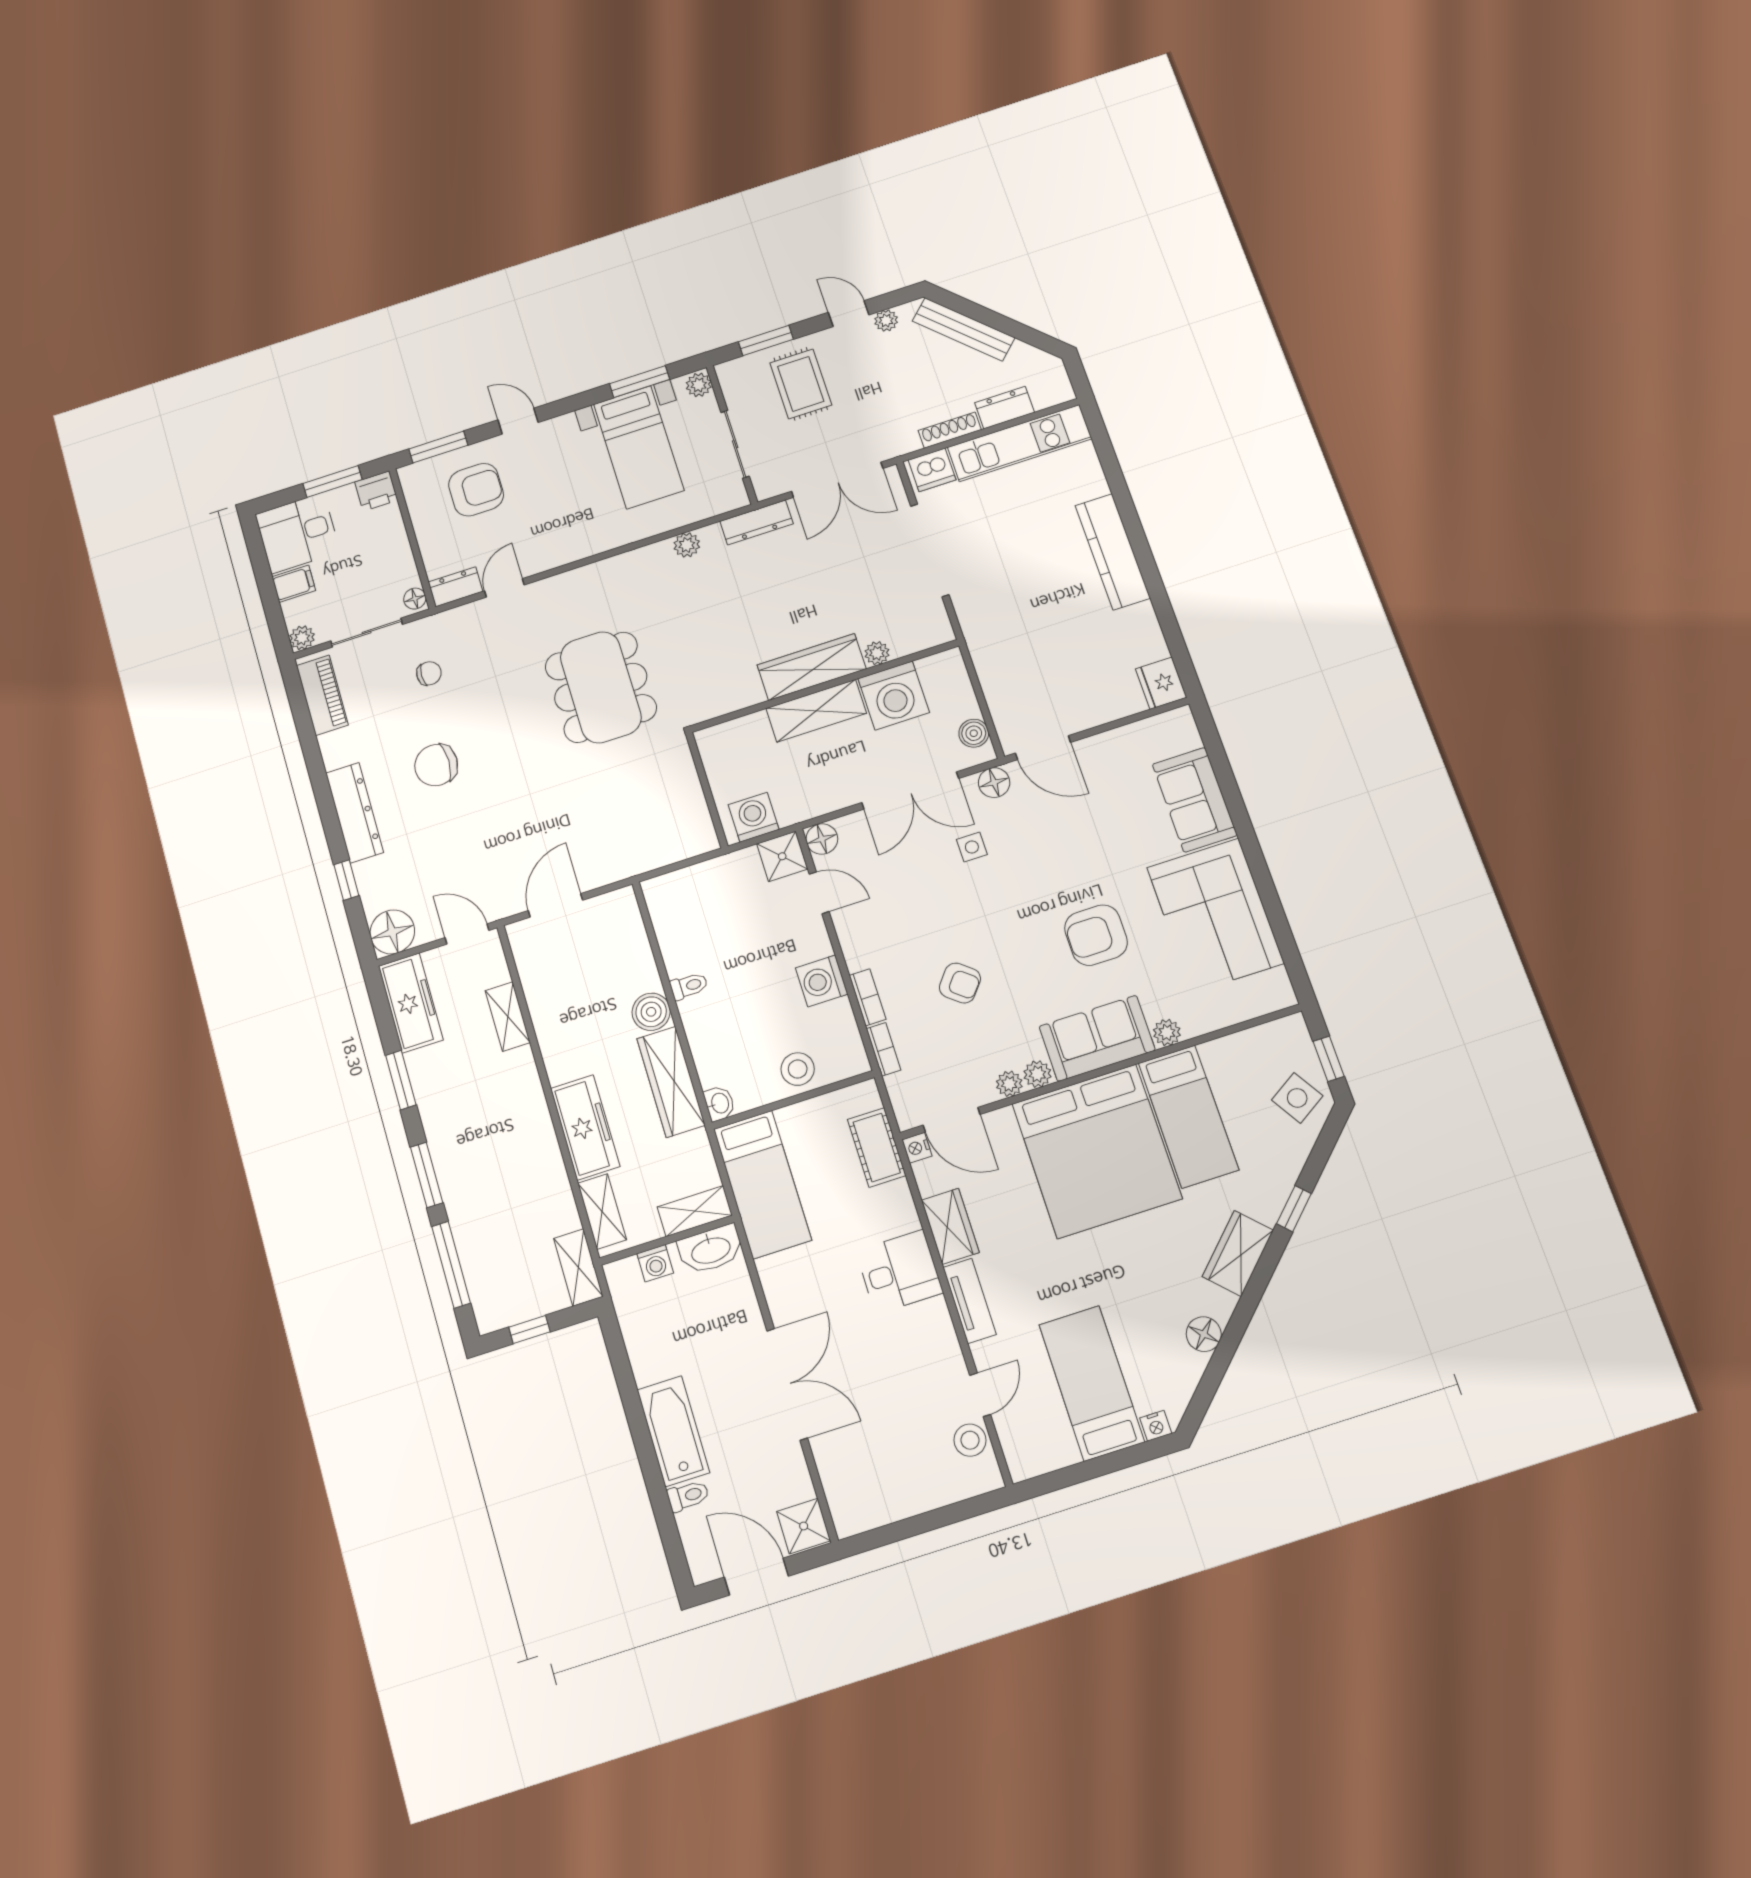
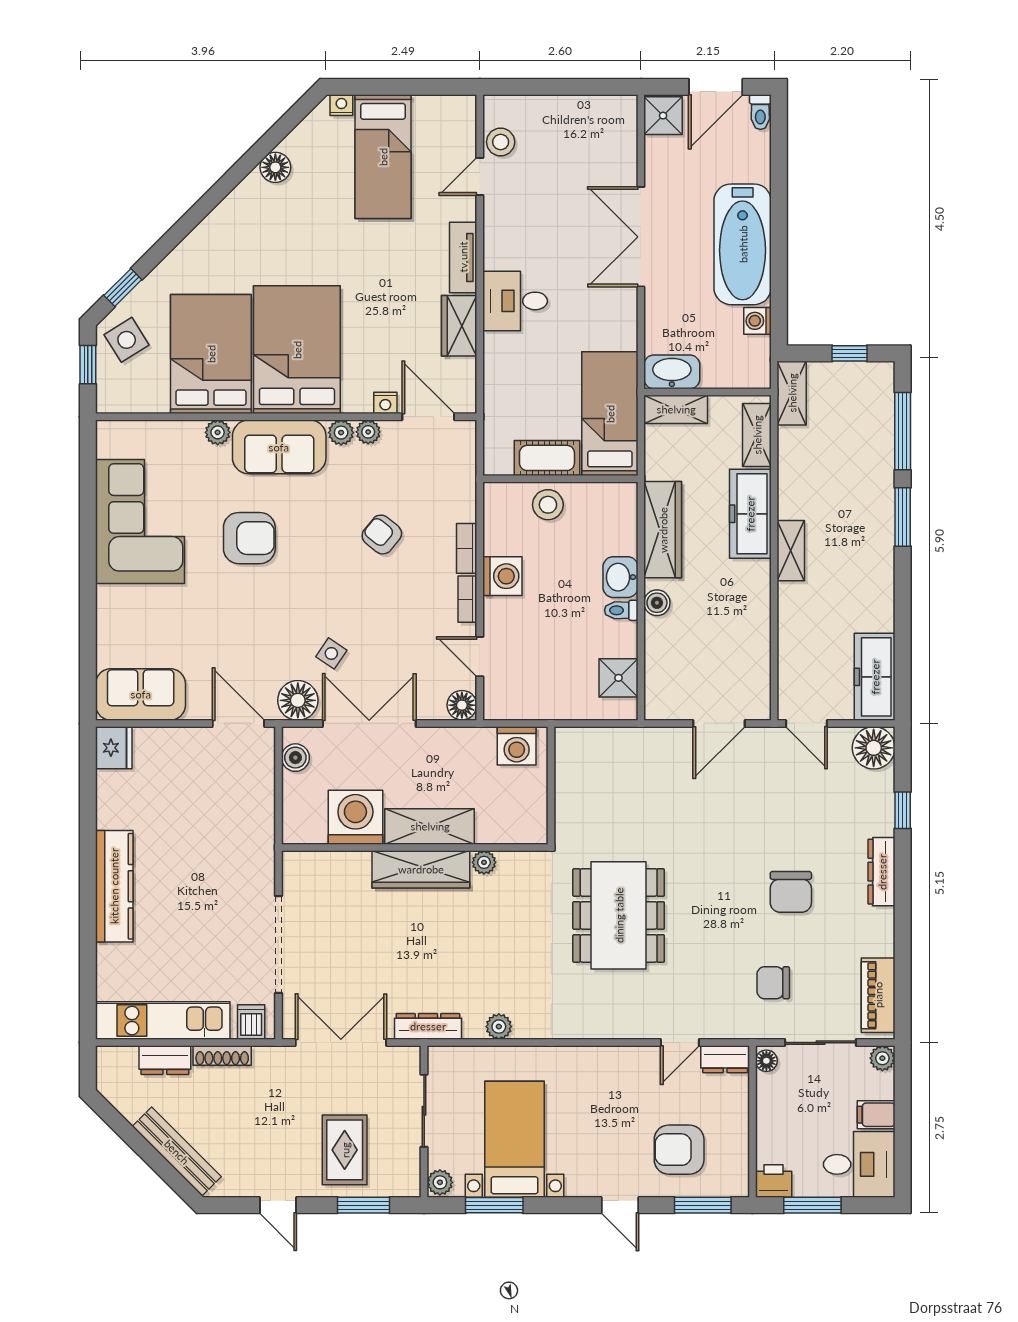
plant: (886, 321) -> (245, 1186), removed
dishwasher: (932, 470) -> (251, 1022), width x0.73
plant: (877, 653) -> (484, 862), moved
chair: (429, 673) -> (773, 983), width x1.37, depth x1.37
chair: (436, 765) -> (791, 892), turned 90
floor lamp: (994, 783) -> (298, 700), width x1.38, depth x1.38
sofa: (1195, 800) -> (141, 694), moved, turned -90
dresser: (355, 813) -> (882, 872), width x0.73, depth x0.80
side table: (972, 847) -> (331, 653), turned 34
shower: (782, 856) -> (618, 678), moved
boiler: (651, 1012) -> (657, 603), width x0.73, depth x0.73
shelving: (508, 1017) -> (791, 551), moved
bookcase: (884, 1049) -> (467, 599), moved
window: (401, 1080) -> (903, 609), removed
washbasin: (719, 1103) -> (620, 577), moved, width x1.38, depth x1.45
bed: (1188, 1116) -> (211, 354), width x1.50
cot: (877, 1147) -> (547, 458), moved, turned 90
nightstand: (917, 1148) -> (385, 403), moved, turned 90
bed: (1097, 1151) -> (297, 350), width x0.73
window: (1294, 1209) -> (123, 287), moved
wardrobe: (1238, 1253) -> (223, 225), removed
washing machine: (655, 1263) -> (757, 321), moved, turned -90
bathtub: (673, 1431) -> (743, 244), width x1.36, depth x1.36
toilet: (688, 1496) -> (760, 112), moved, turned -90
door: (756, 1577) -> (716, 87), hinge flipped

